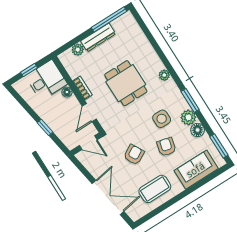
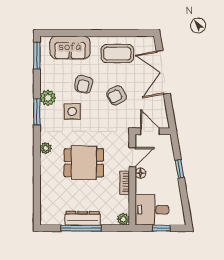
window: (109, 19) -> (81, 228), moved
plant: (78, 50) -> (123, 219), moved
dining table: (126, 83) -> (84, 163), turned 90
floor lamp: (67, 92) -> (140, 173), moved
floor lamp: (198, 130) -> (47, 82), removed

